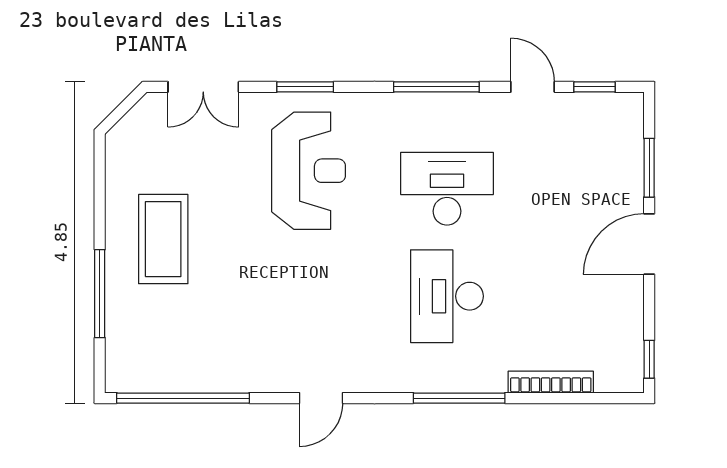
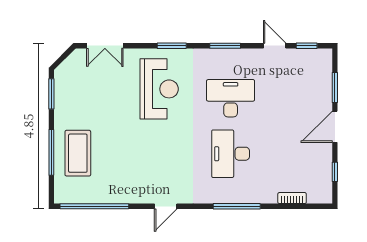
window: (305, 87) -> (172, 46), moved
window: (436, 87) -> (225, 46), width x0.69
window: (100, 180) -> (51, 94), added
coffee table: (163, 239) -> (78, 153), moved
window: (649, 359) -> (335, 172), moved
bookcase: (551, 382) -> (292, 198), width x0.64

